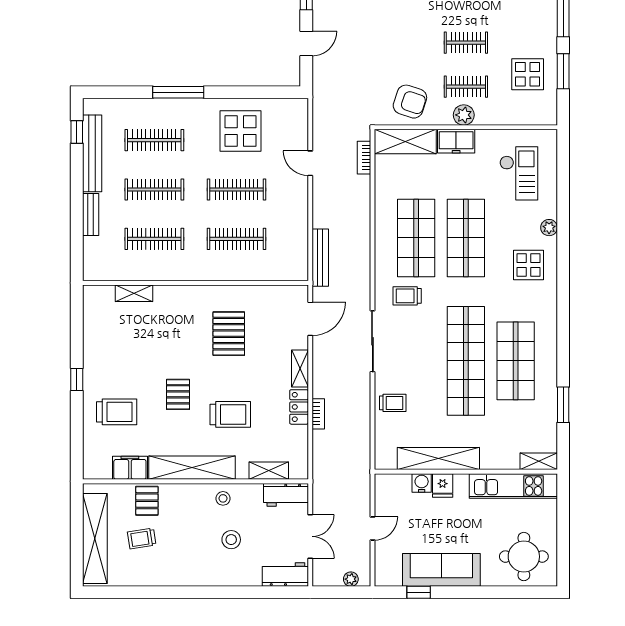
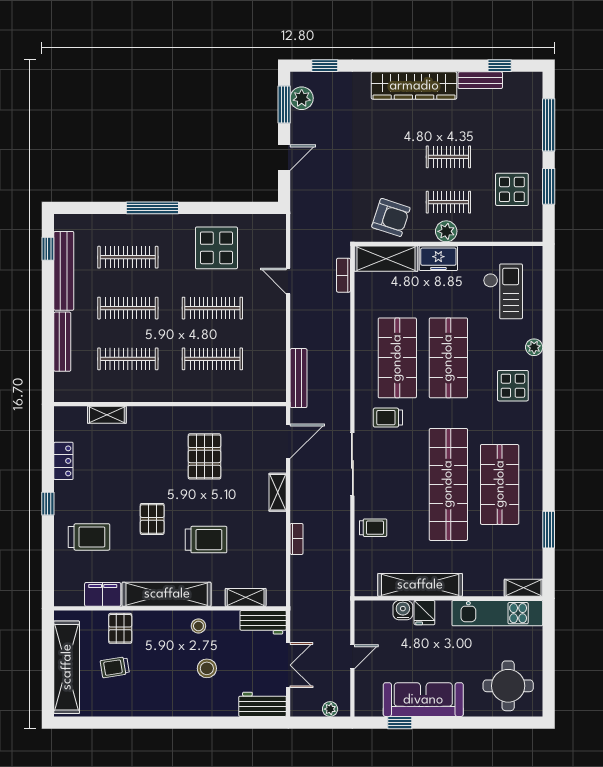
bench: (91, 214) -> (62, 342), width x1.36
locker: (299, 407) -> (63, 461), moved, turned 180

